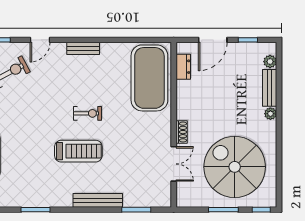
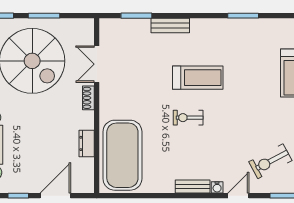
water cooler: (60, 48) -> (217, 187), added
dresser: (183, 67) -> (87, 143), moved
treadmill: (78, 151) -> (198, 78), turned 180
bench: (98, 200) -> (170, 25), width x0.73

